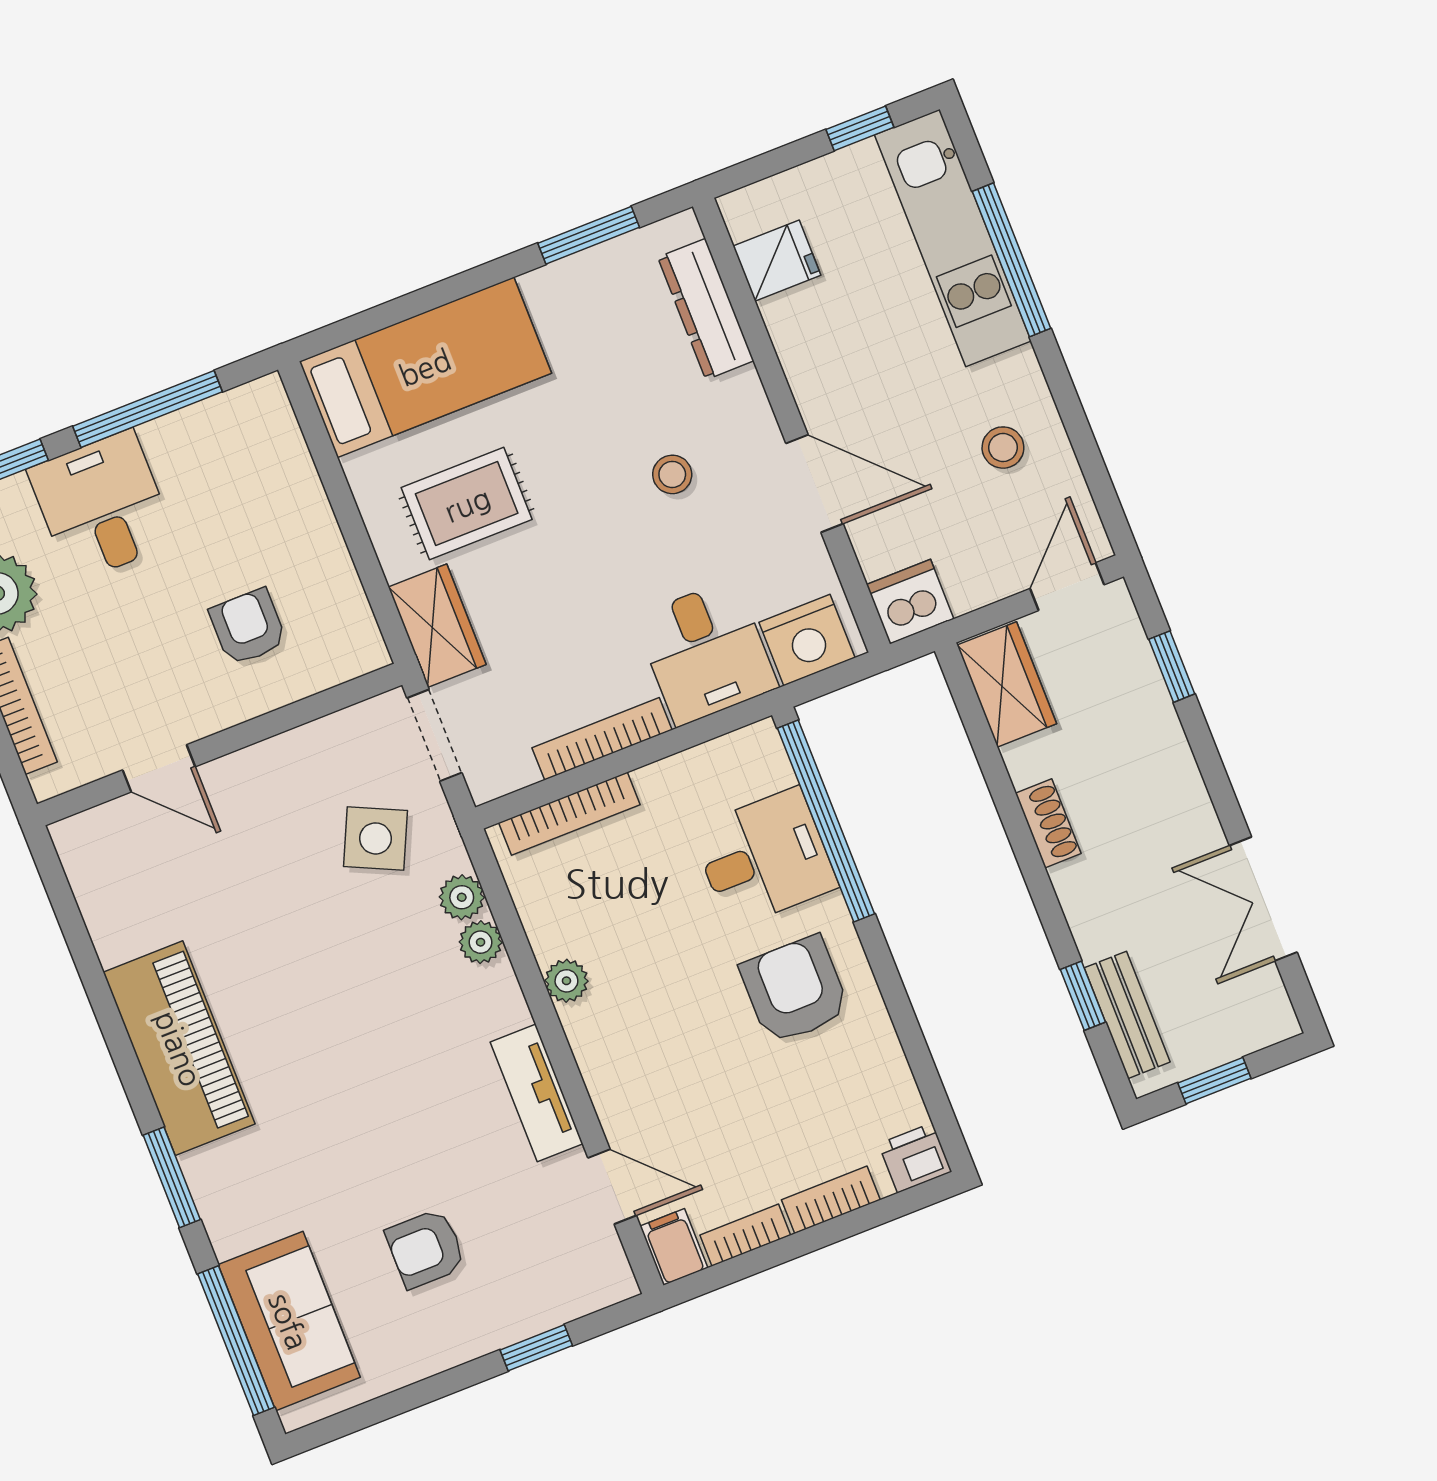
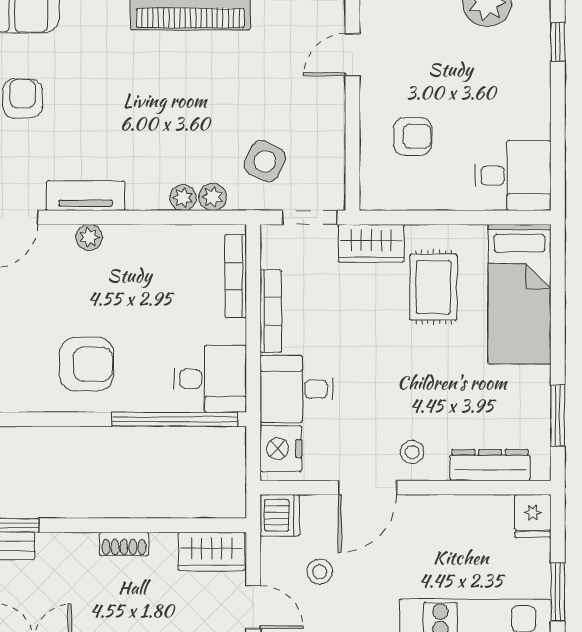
window: (860, 128) -> (558, 592), width x1.50
fridge: (777, 261) -> (533, 516), moved
window: (147, 409) -> (558, 128), removed
stool: (1003, 448) -> (320, 572), moved
stool: (672, 474) -> (412, 452), moved
desk: (102, 506) -> (513, 176), moved
desk: (764, 858) -> (210, 379), moved, turned -90
plant: (566, 981) -> (89, 237), moved

